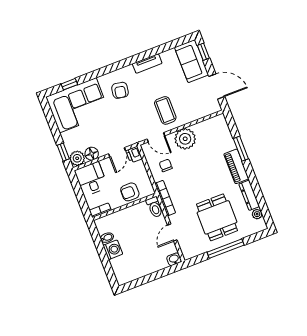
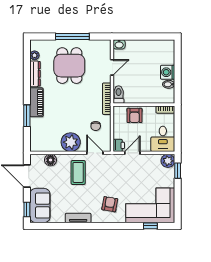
floor lamp: (92, 154) -> (51, 160), moved
armchair: (130, 192) -> (134, 115), turned 90

